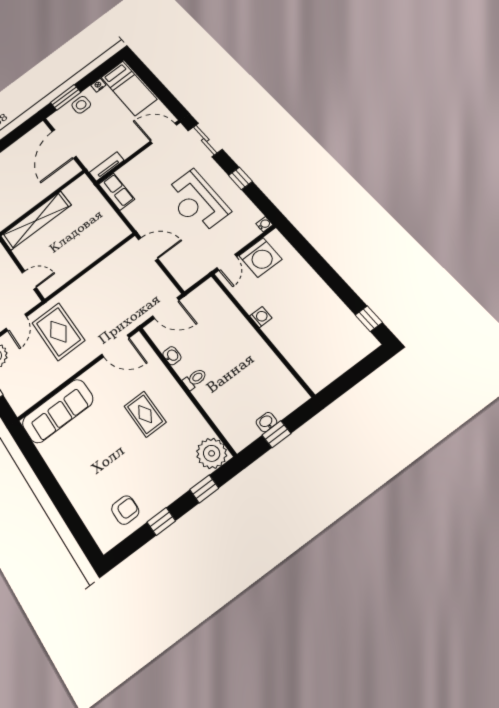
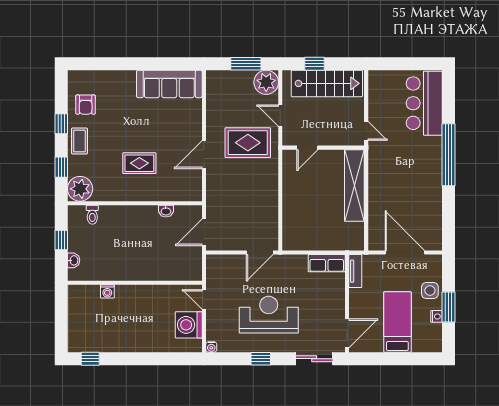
bed: (129, 88) -> (397, 322), moved, turned 90
window: (66, 97) -> (448, 307), moved
washing machine: (261, 317) -> (107, 291), moved
door: (115, 346) -> (204, 155), moved
toilet: (195, 379) -> (92, 215), moved
sofa: (58, 411) -> (169, 84), moved, turned -90
washbasin: (266, 422) -> (74, 260), moved
coffee table: (165, 489) -> (79, 141), added

